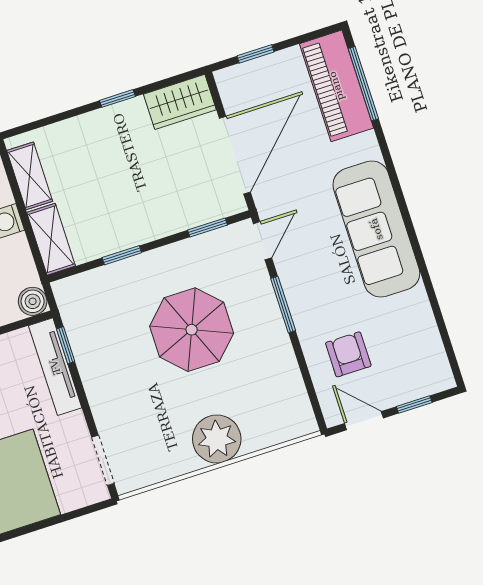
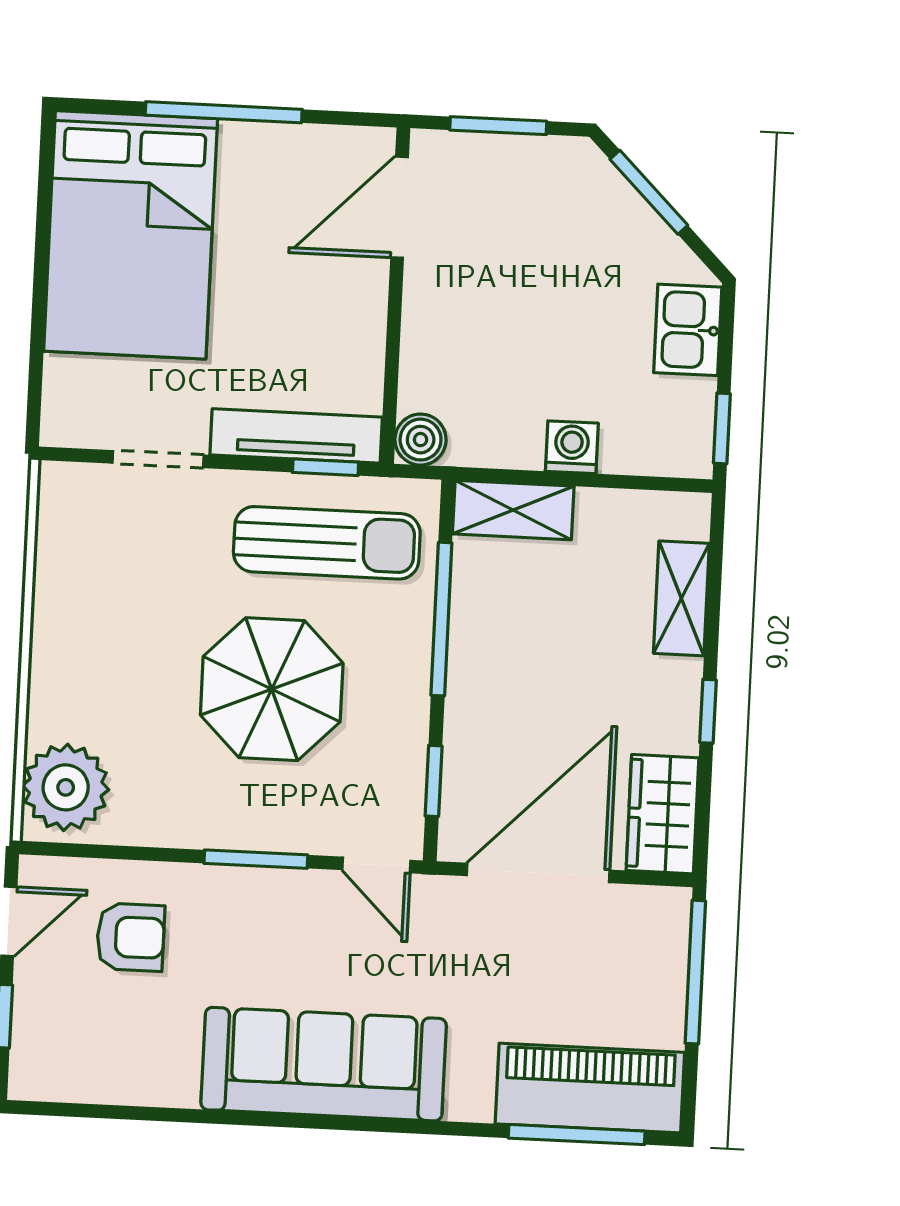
window: (255, 54) -> (695, 972), width x2.17
door: (235, 155) -> (538, 873), swing flipped
shelving: (30, 176) -> (681, 598), moved, turned 90
window: (122, 255) -> (441, 619), width x2.17
sun lounger: (105, 330) -> (327, 543), added
plant: (217, 439) -> (66, 787), moved
doorway: (103, 460) -> (158, 459), moved

